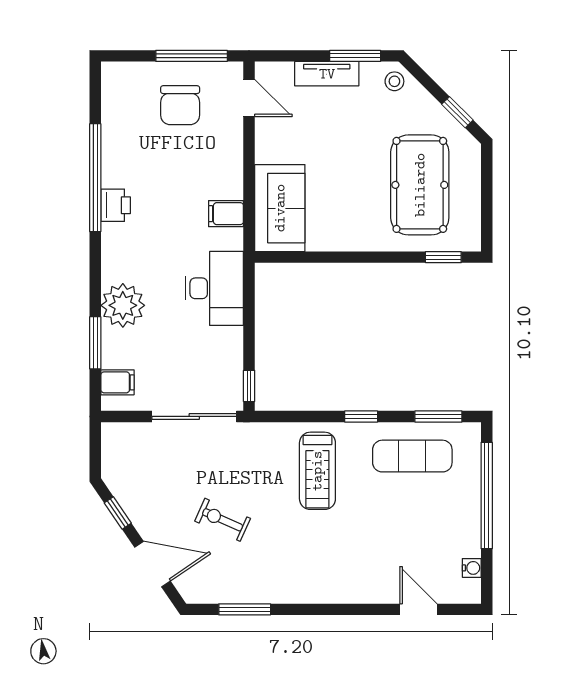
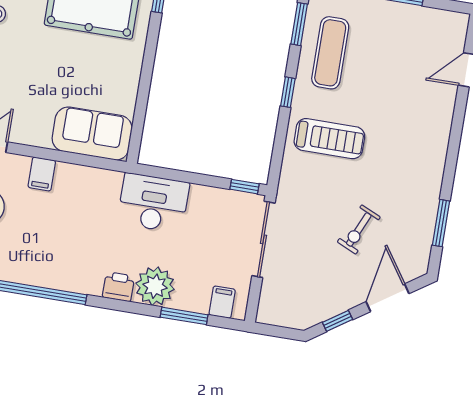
printer: (116, 205) -> (118, 287), moved
filing cabinet: (226, 214) -> (42, 174), moved
water cooler: (472, 568) -> (438, 17), removed

